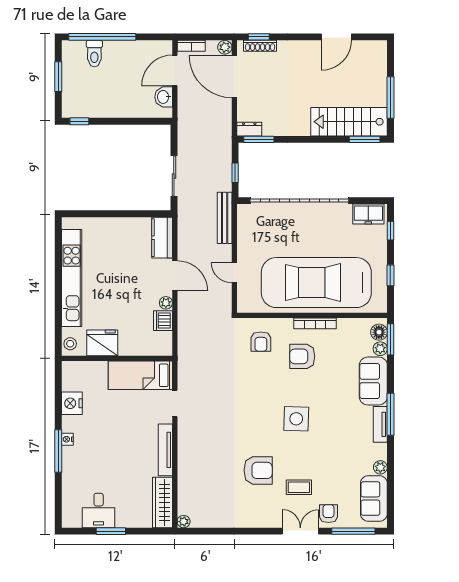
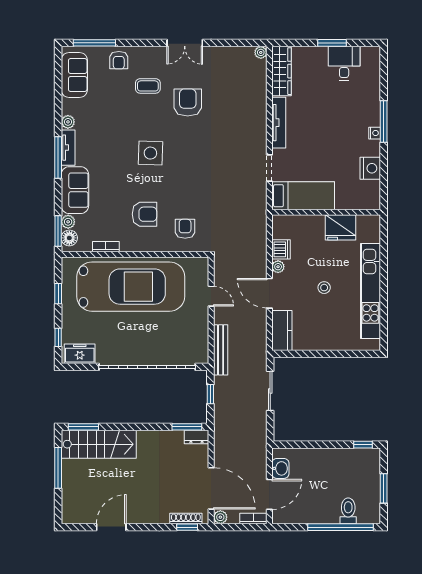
bookcase: (315, 323) -> (106, 247), moved, width x0.64
stool: (70, 344) -> (324, 288), moved
plant: (380, 467) -> (68, 122), moved
armchair: (258, 470) -> (188, 102), turned 90
double door: (300, 531) -> (185, 43), moved

